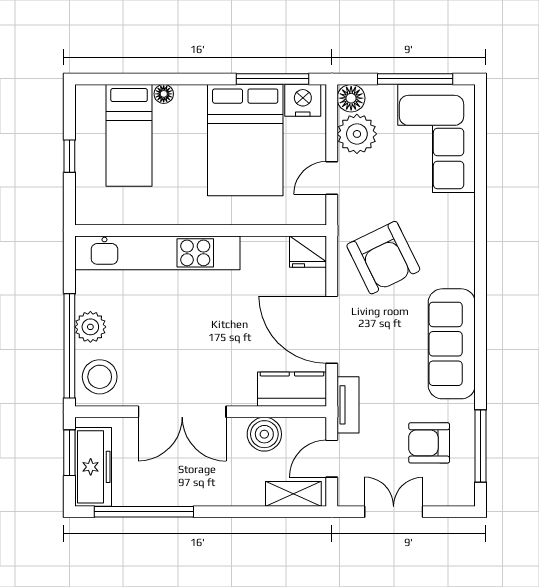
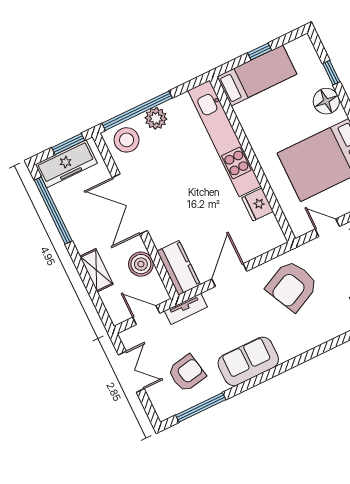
window: (139, 79) -> (331, 73), added
floor lamp: (164, 94) -> (326, 101), width x1.89, depth x1.89
bed: (129, 135) -> (257, 75), moved, turned 180
fridge: (308, 252) -> (257, 205), moved
door: (332, 330) -> (229, 275), width x0.73
sofa: (452, 344) -> (248, 361), width x0.73
armchair: (429, 443) -> (187, 373), turned 79
shelving: (293, 494) -> (96, 270), moved

